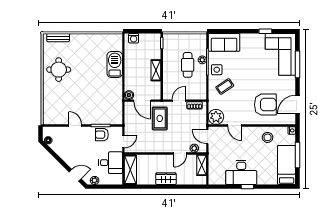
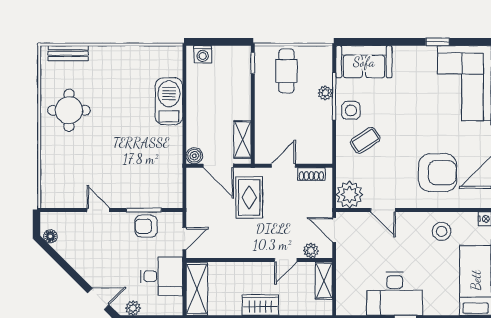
cafe table: (188, 65) -> (286, 71), moved
shelving: (156, 70) -> (242, 140), moved

